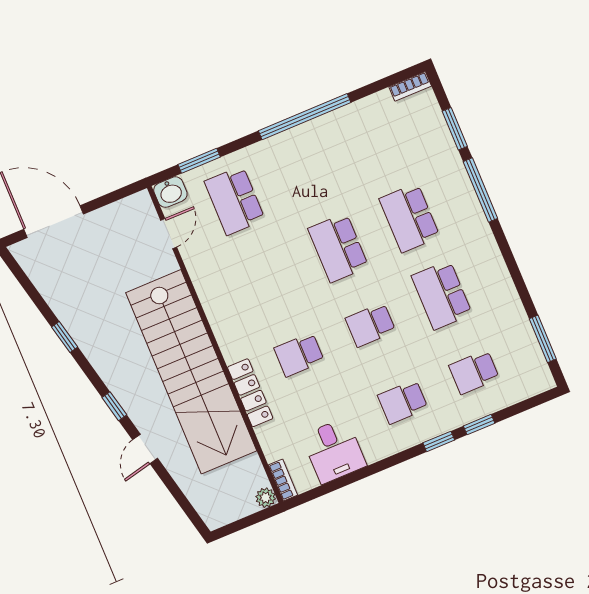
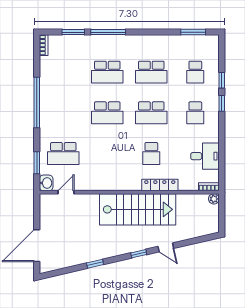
door: (169, 234) -> (66, 192), hinge flipped
school desk: (370, 325) -> (151, 113), width x1.85
stairs: (191, 372) -> (138, 209), width x0.73

